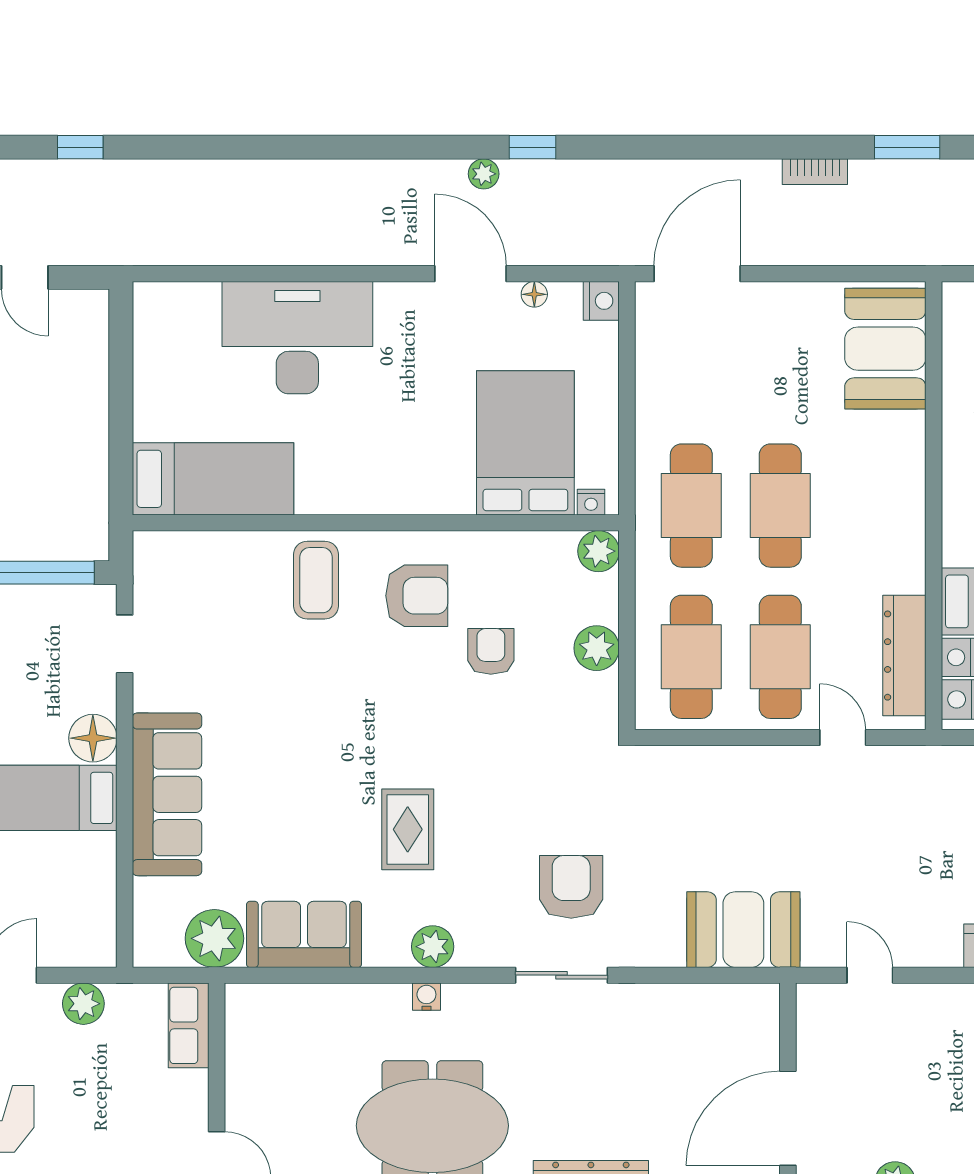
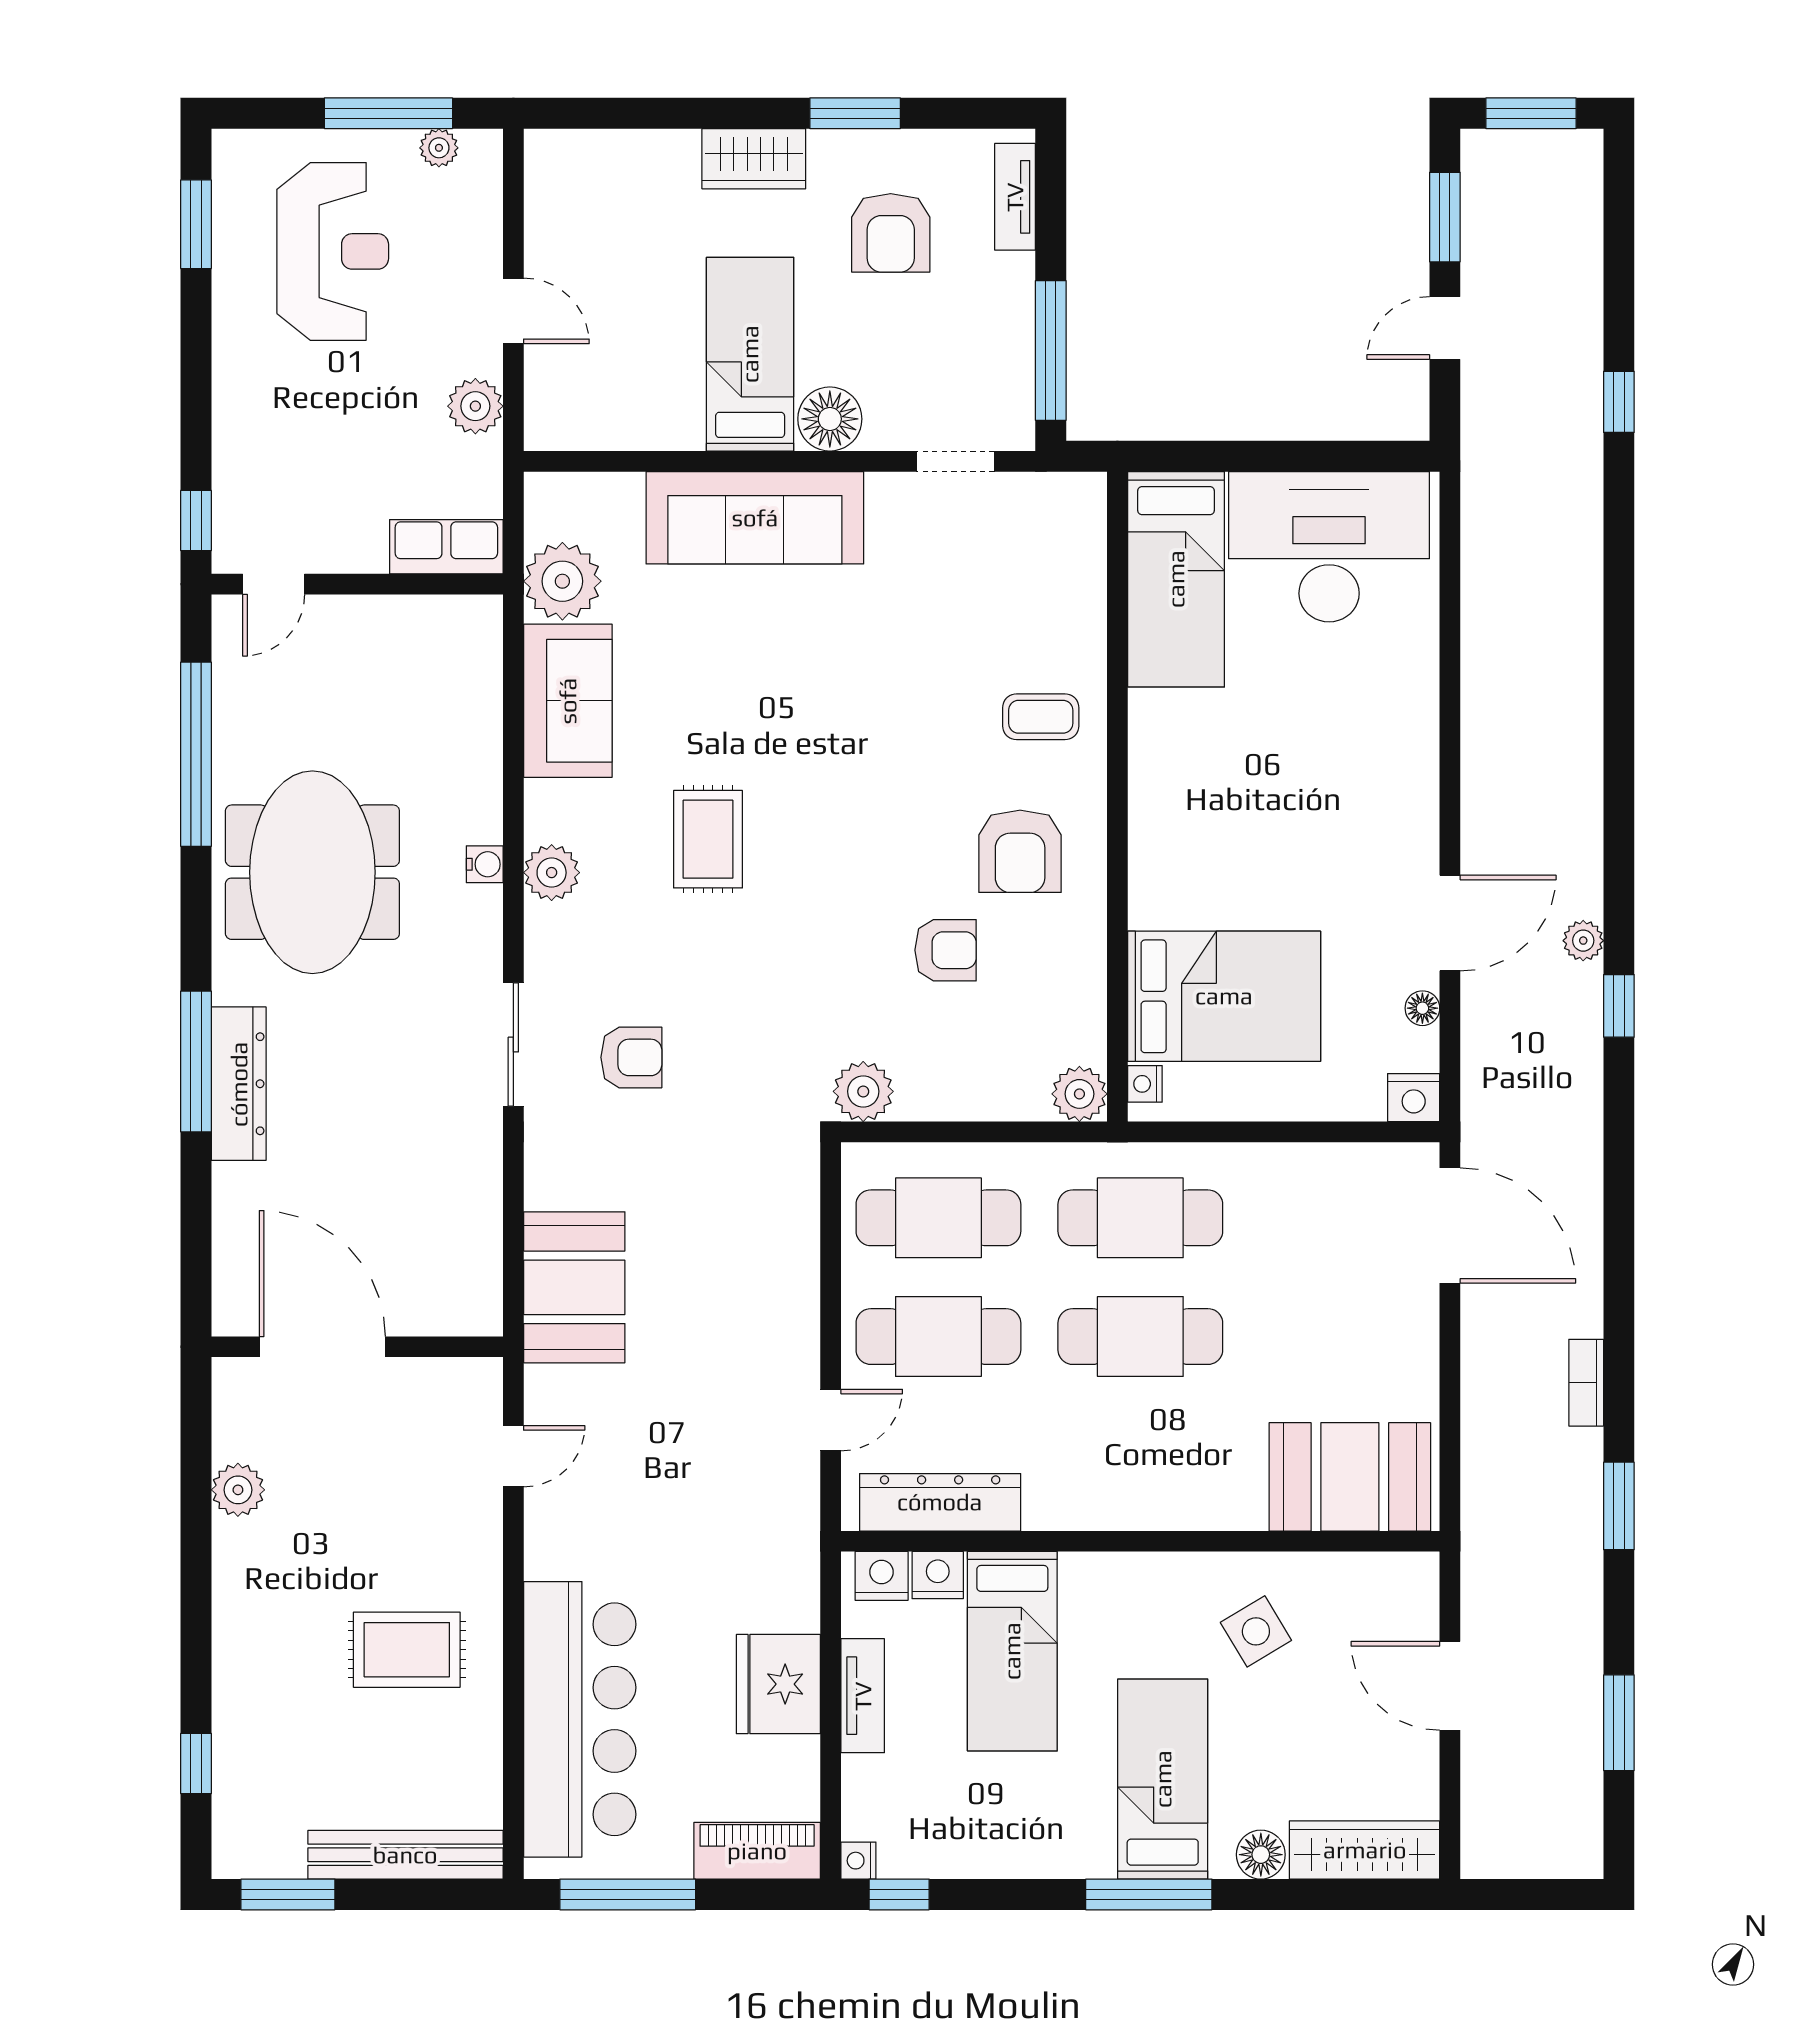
desk: (297, 338) -> (1329, 547), moved, turned -90
coffee table: (316, 580) -> (1041, 717), width x0.73, depth x0.77
plant: (597, 648) -> (863, 1091), moved
rug: (408, 829) -> (708, 839), turned 90
armchair: (571, 887) -> (631, 1057), width x0.72, depth x0.72

